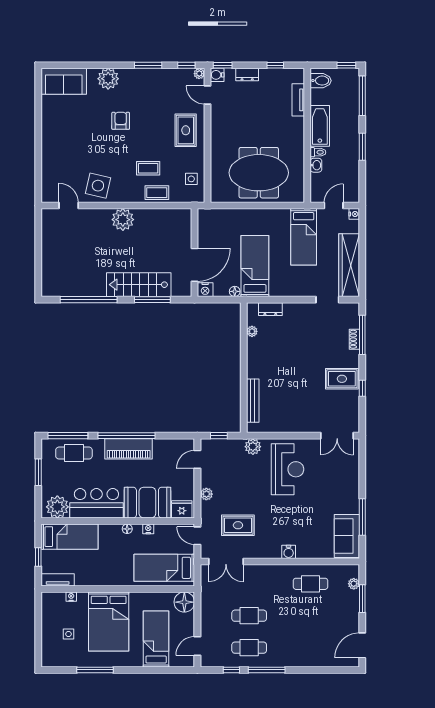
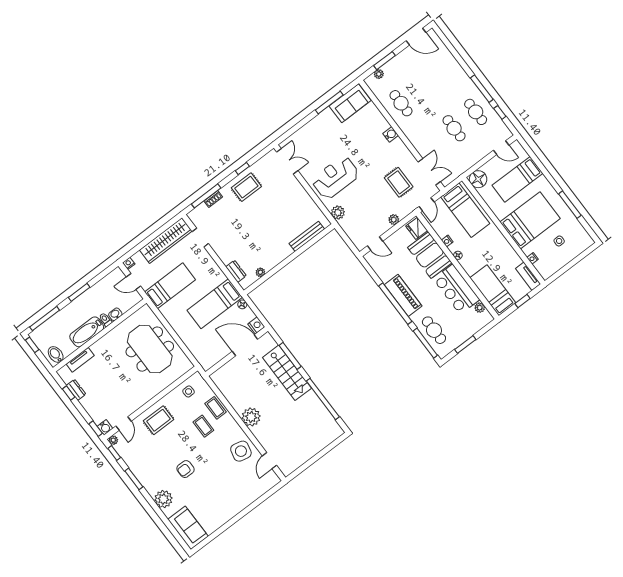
dresser: (247, 75) -> (76, 390), moved
rug: (342, 379) -> (246, 187), turned 90
window: (219, 436) -> (348, 241), removed
plant: (57, 507) -> (480, 308), width x0.53, depth x0.53

